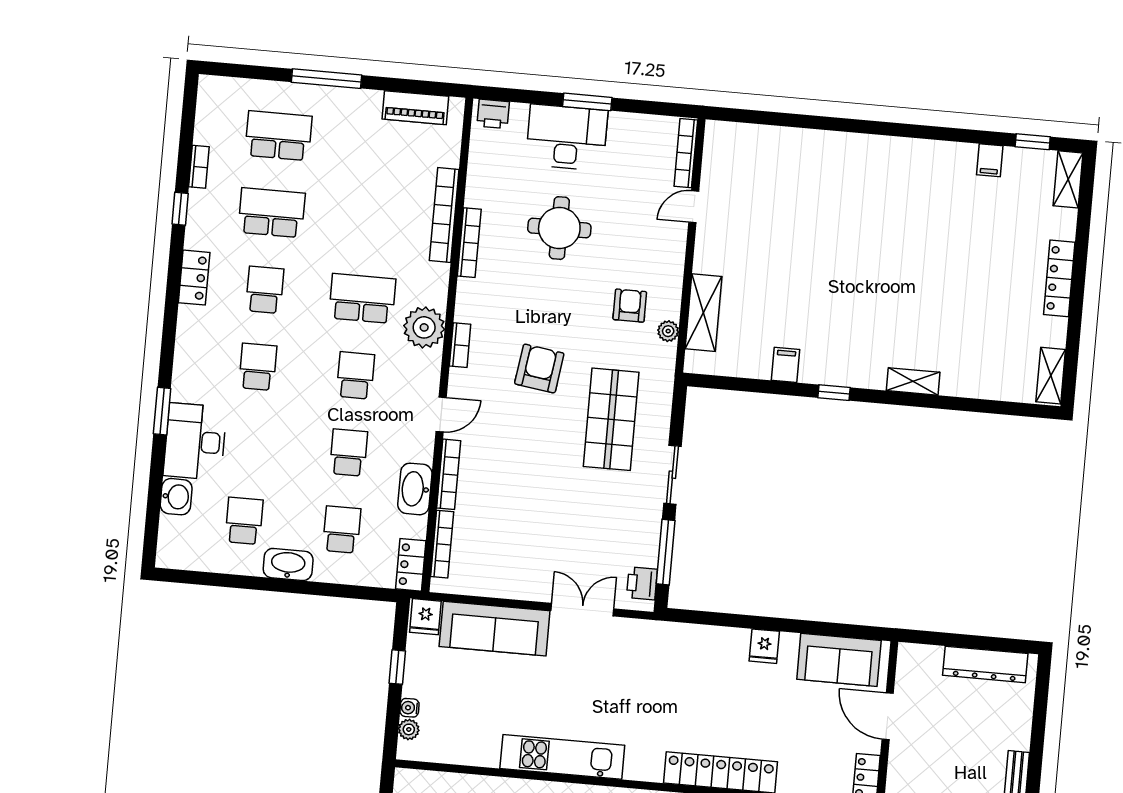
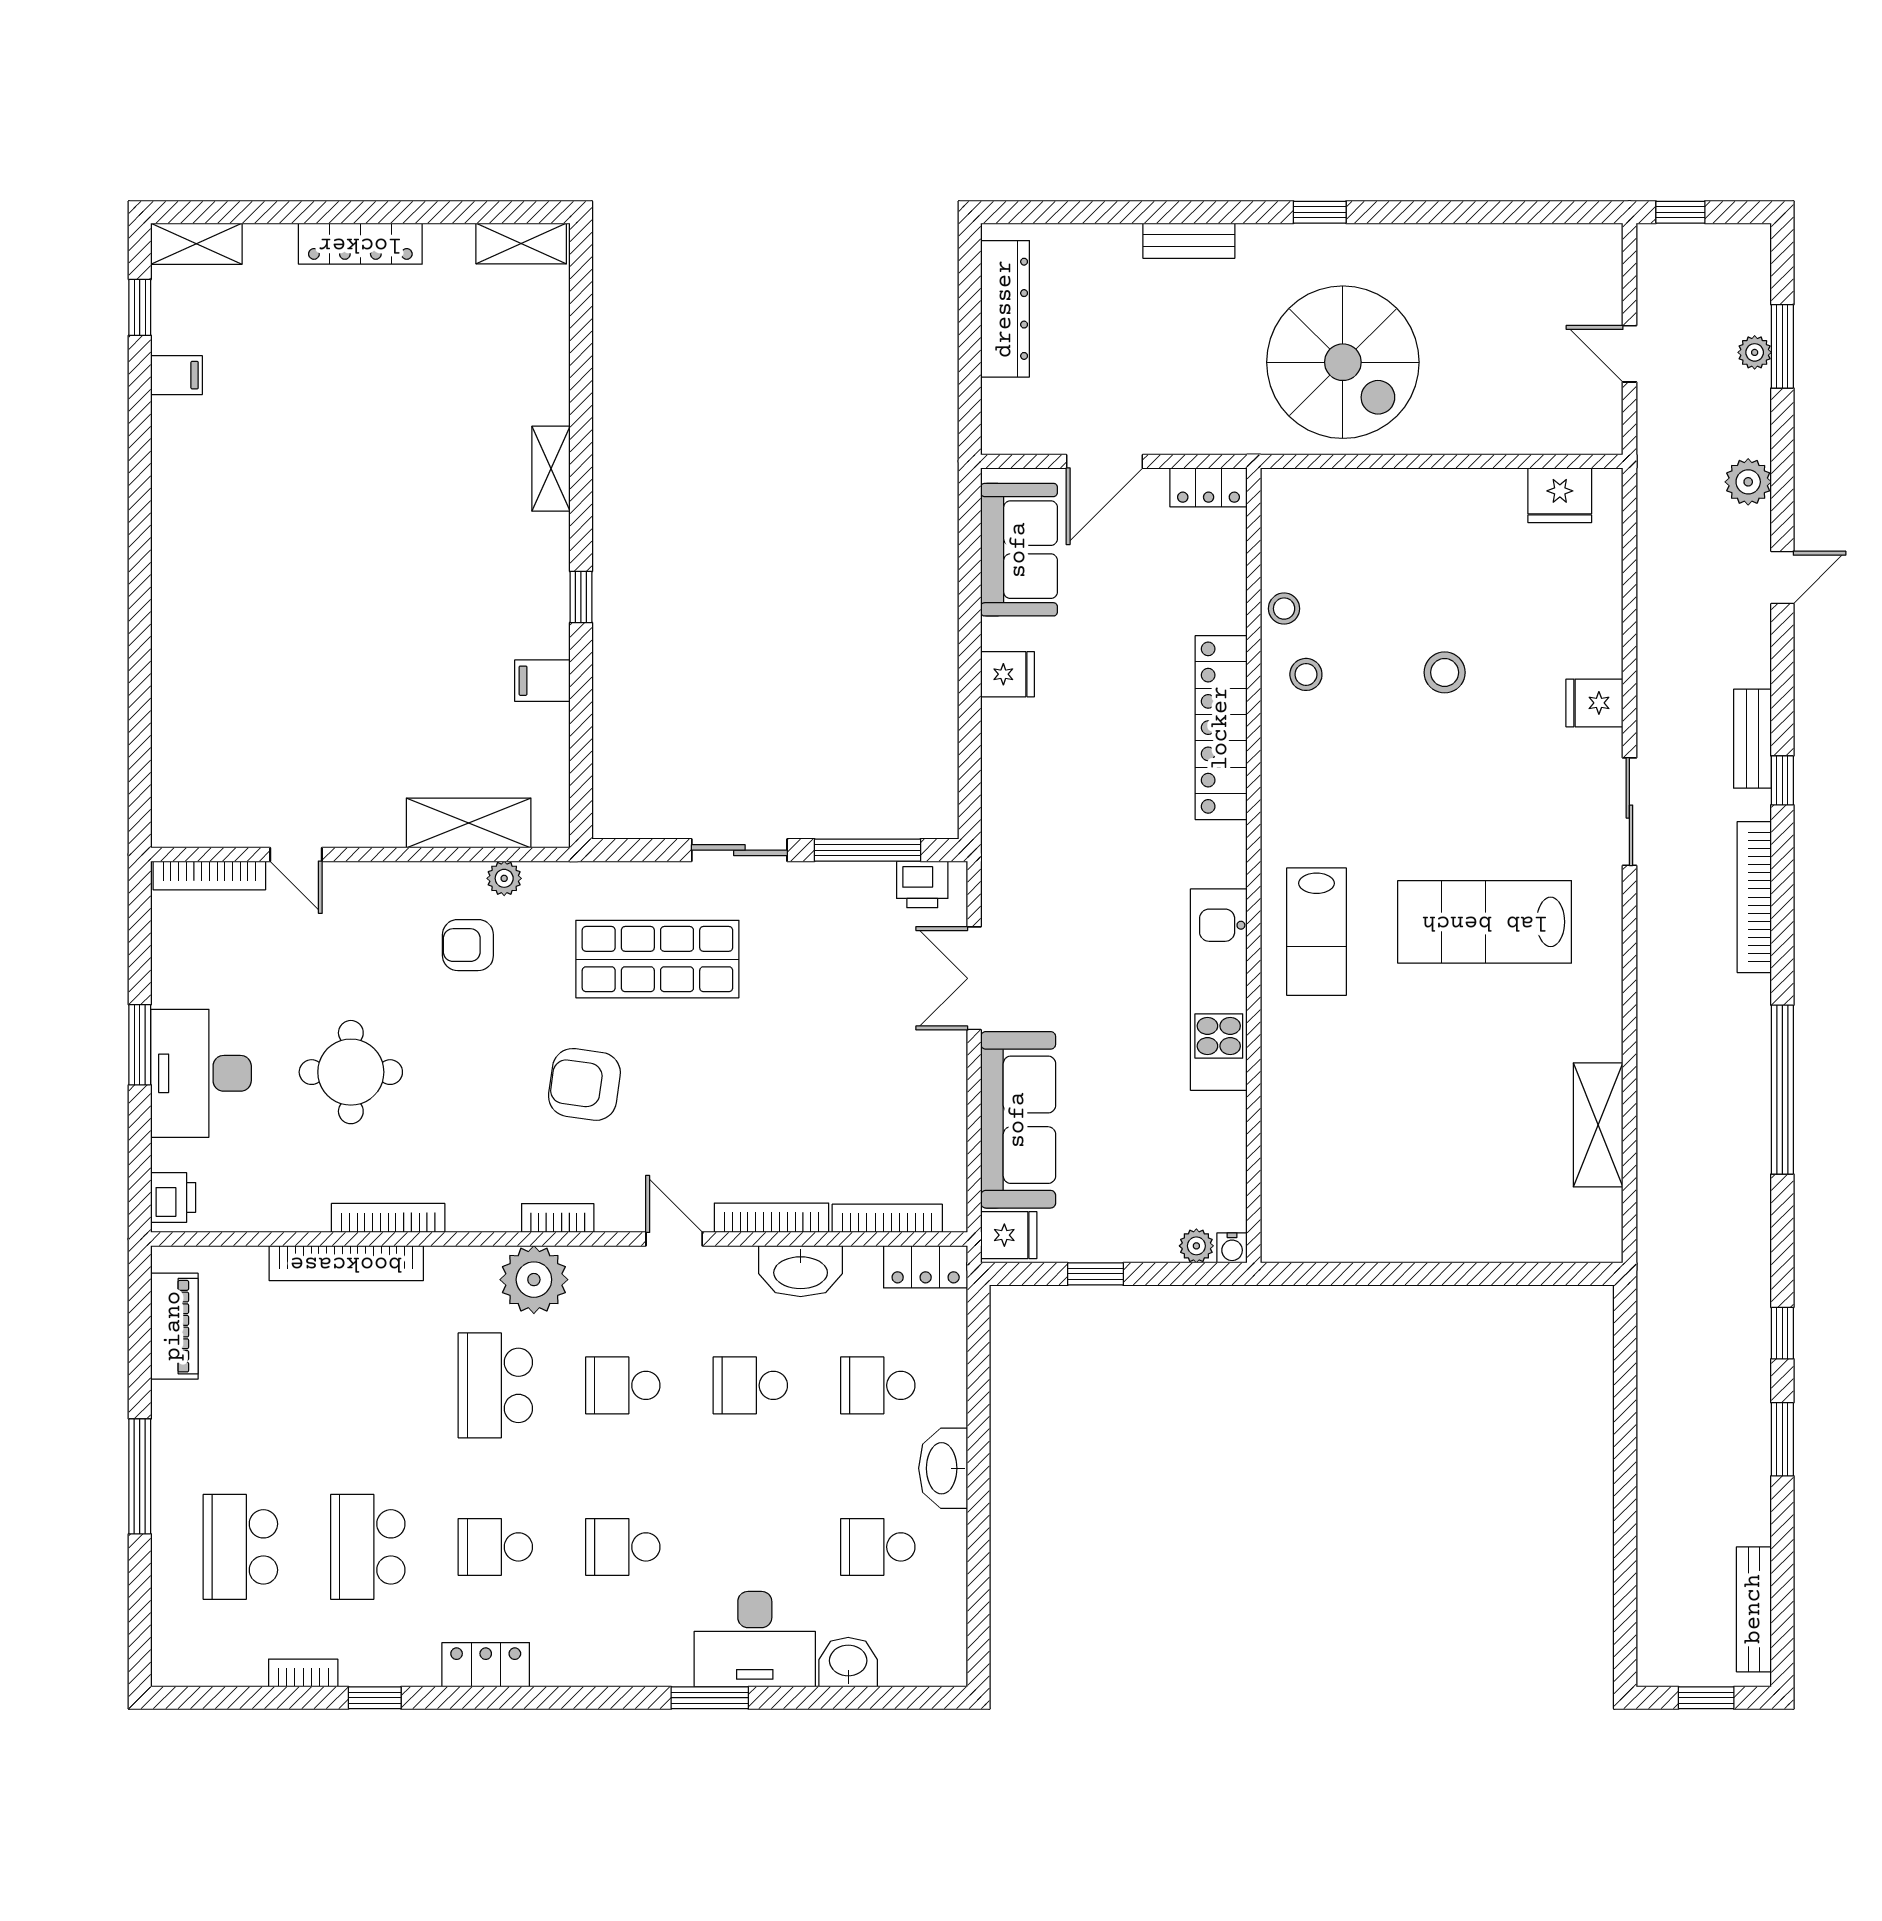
water cooler: (409, 708) -> (1232, 1248), moved

